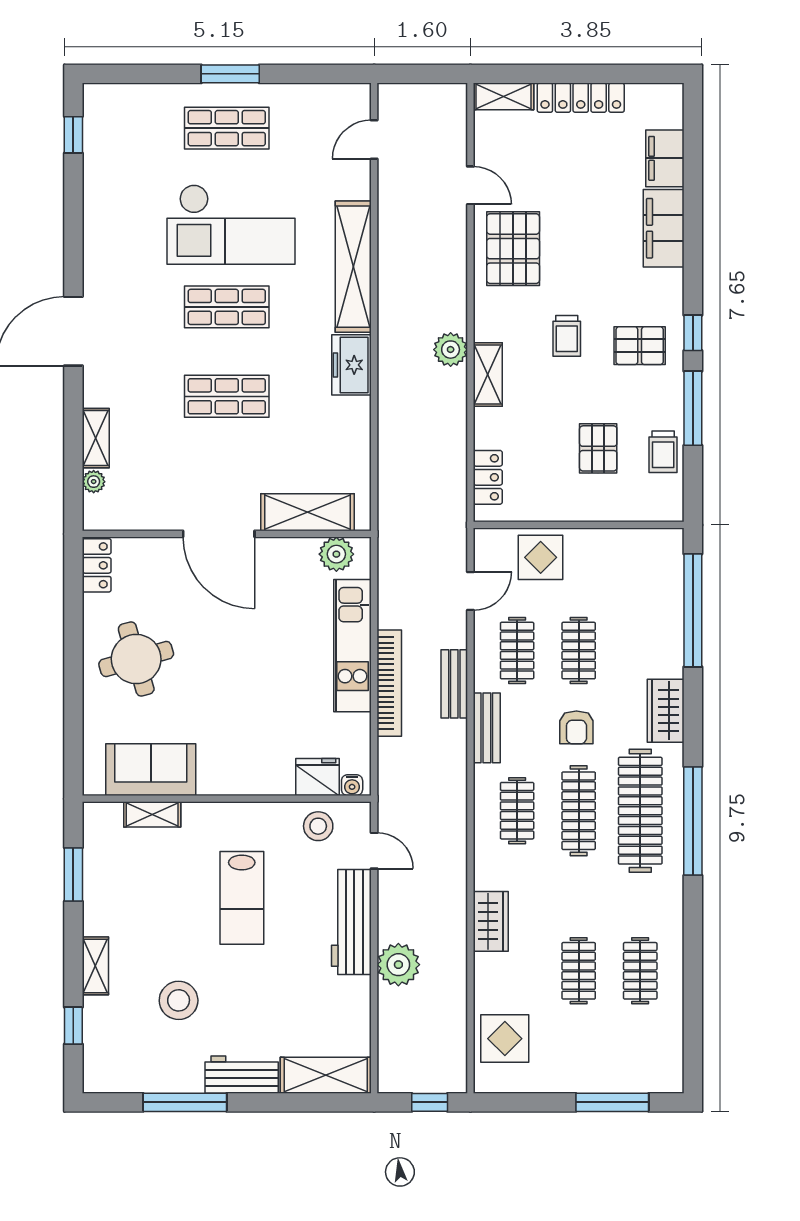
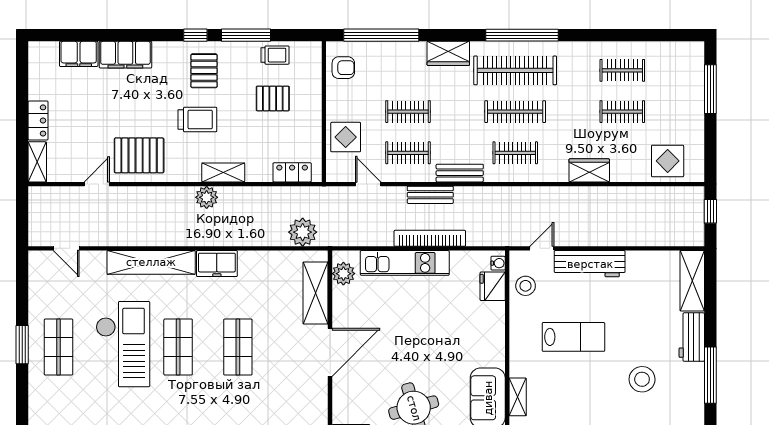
locker: (581, 98) -> (38, 120), width x0.66
trolley: (567, 336) -> (197, 120), width x1.36, depth x1.39
armchair: (576, 727) -> (343, 68), moved
plant: (398, 965) -> (303, 232), moved

